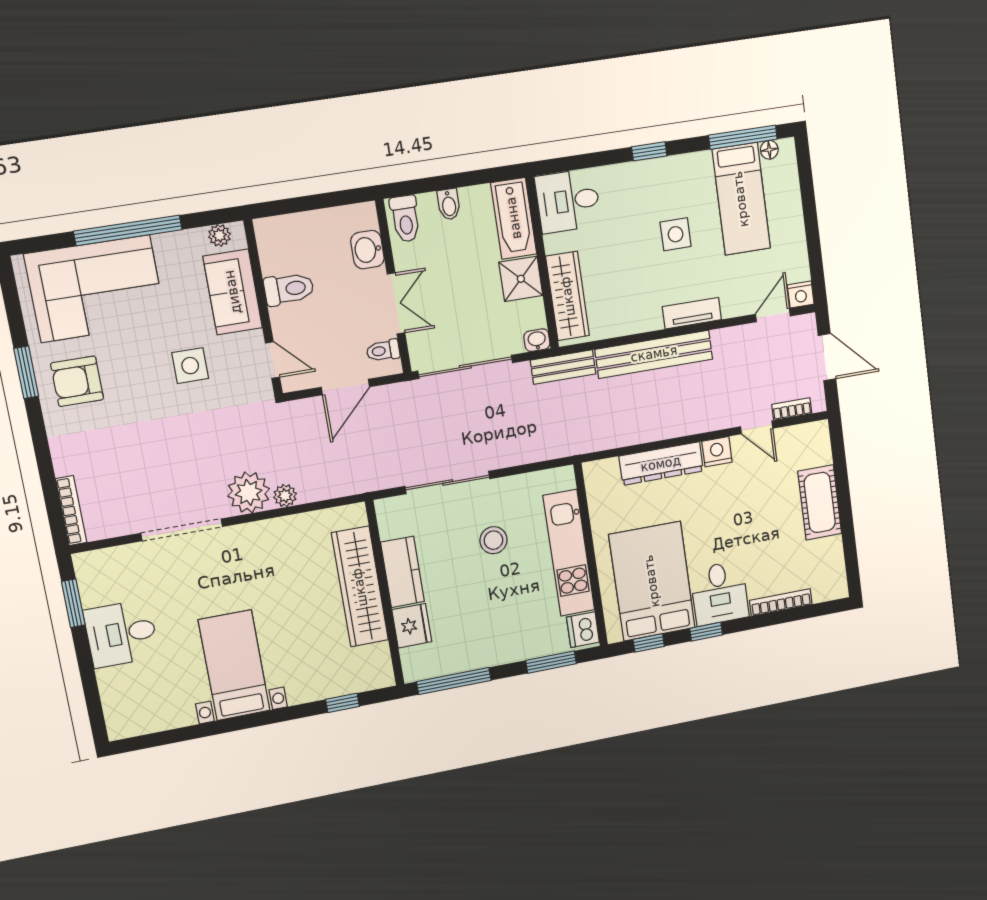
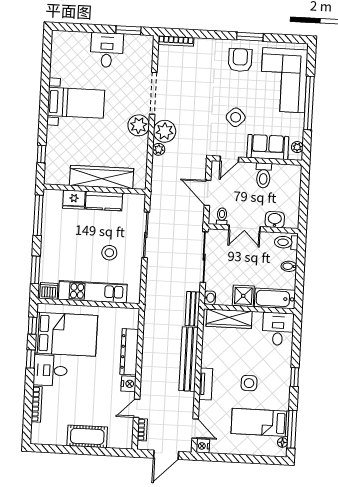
side table: (190, 366) -> (236, 117), turned 45
plant: (249, 542) -> (139, 125), added

